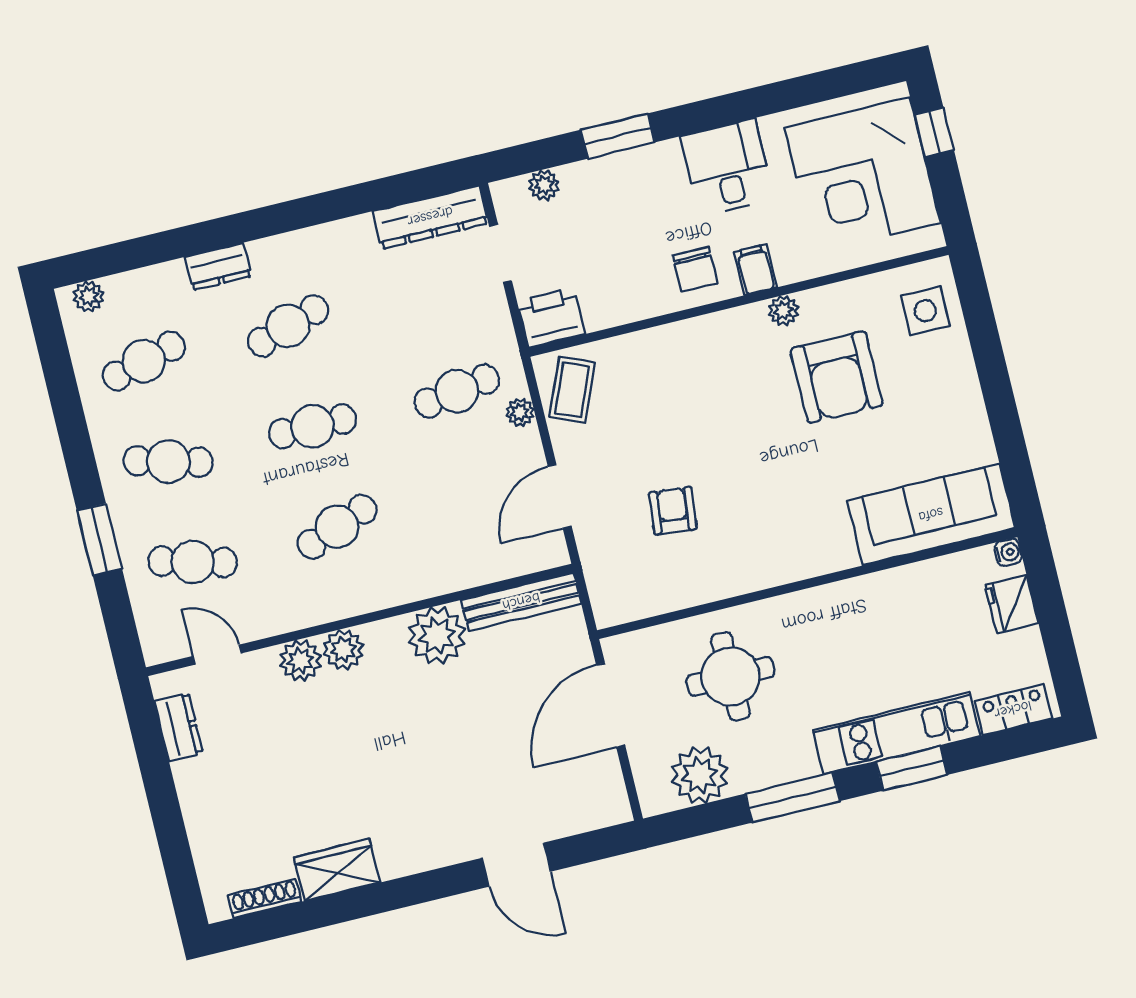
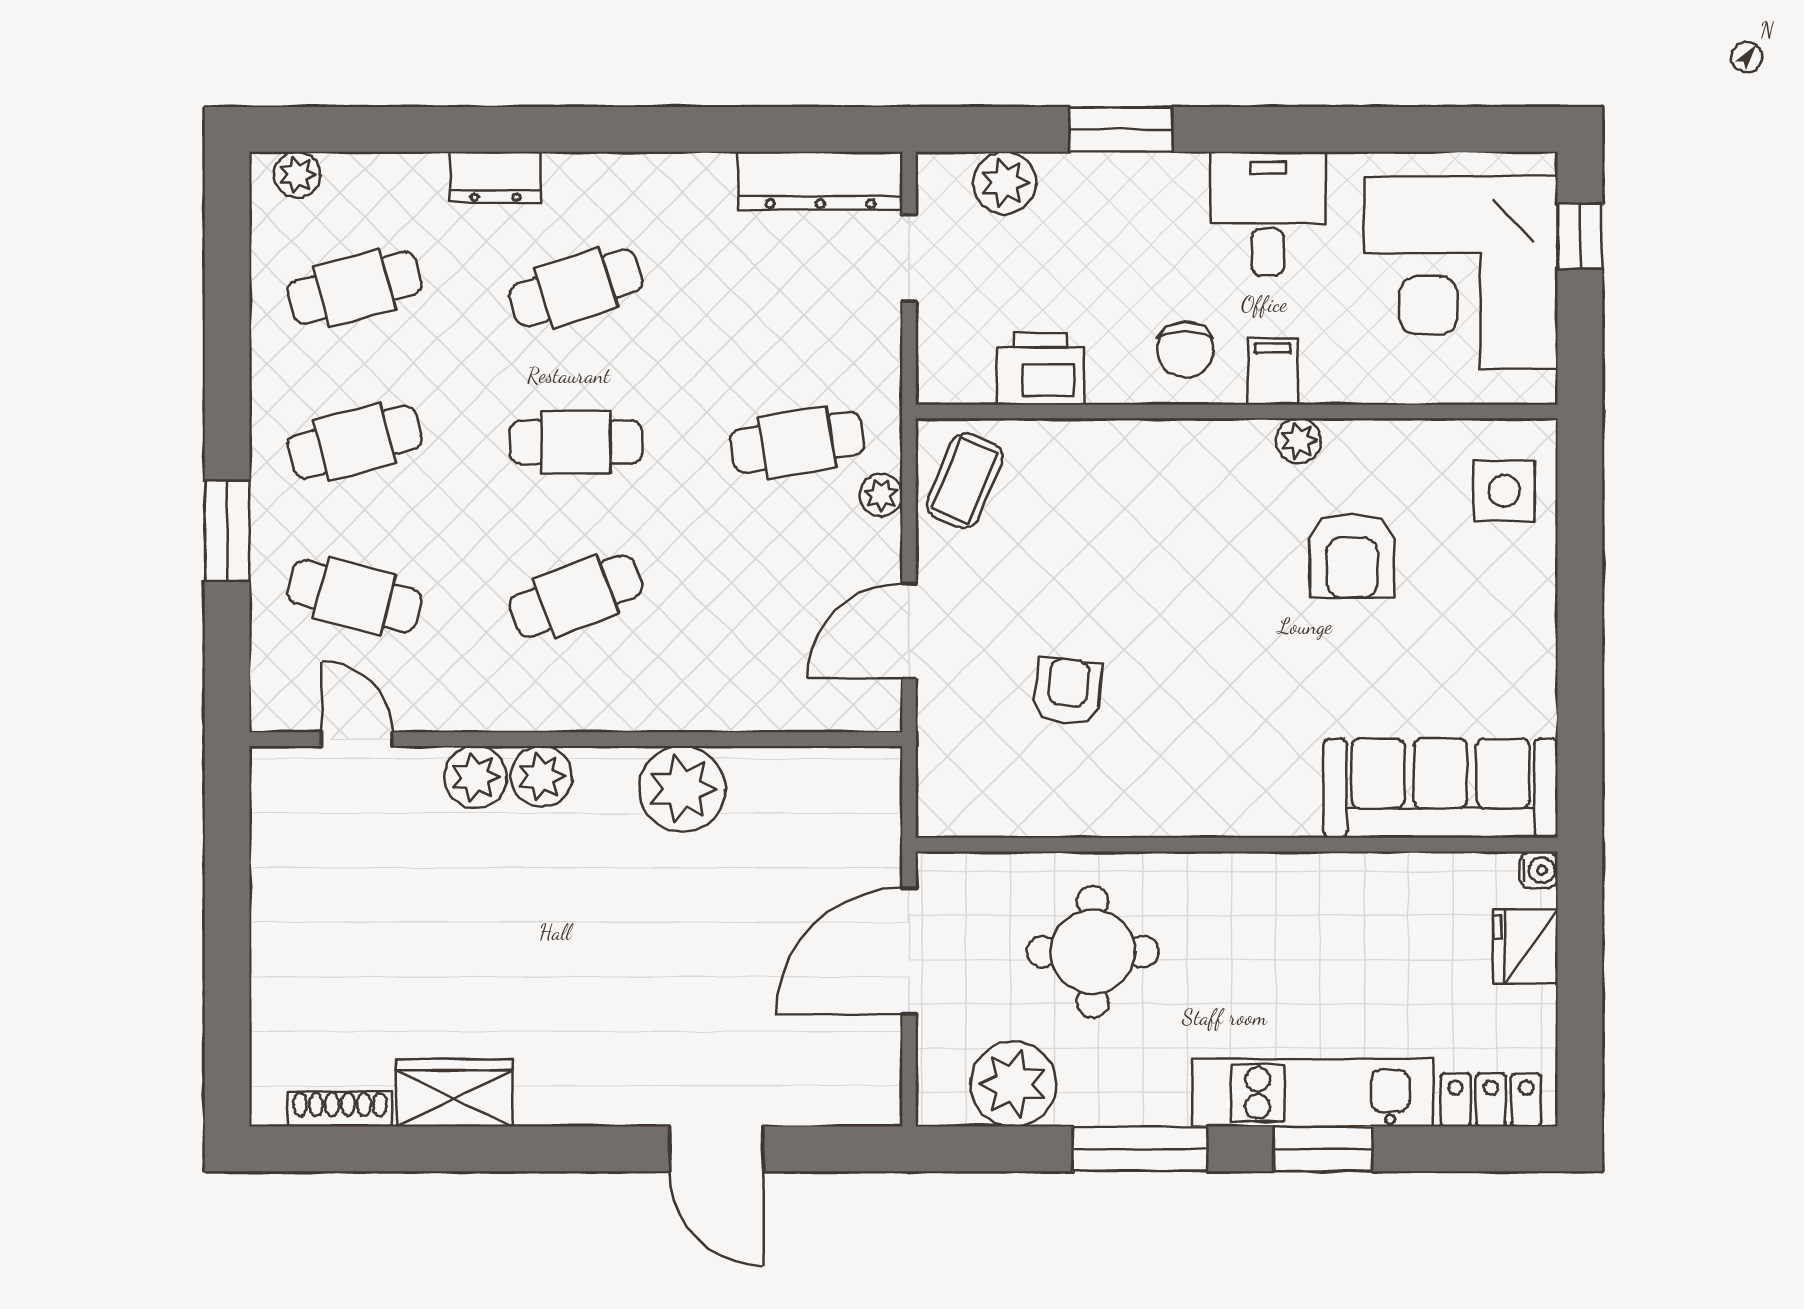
plant: (544, 185) -> (1005, 183), width x1.38, depth x1.38
printer: (551, 318) -> (1040, 369), moved
armchair: (837, 377) -> (1352, 556), width x0.73, depth x0.73
cafe table: (168, 461) -> (354, 442), turned -30
bench: (521, 602) -> (816, 770), removed
dresser: (179, 727) -> (276, 830), removed

